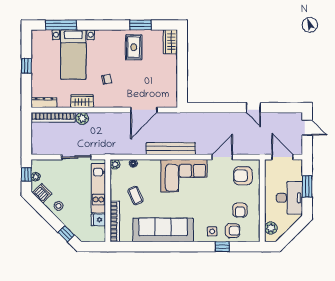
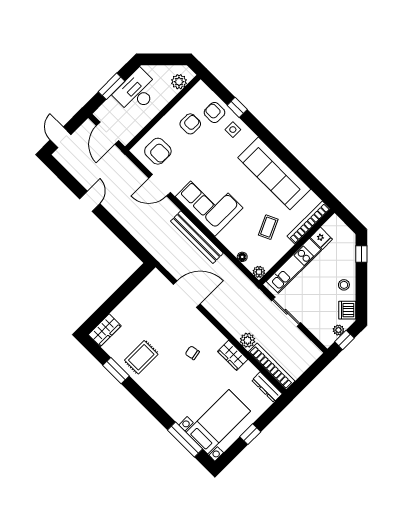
bed with nightstands: (73, 54) -> (218, 422), moved

